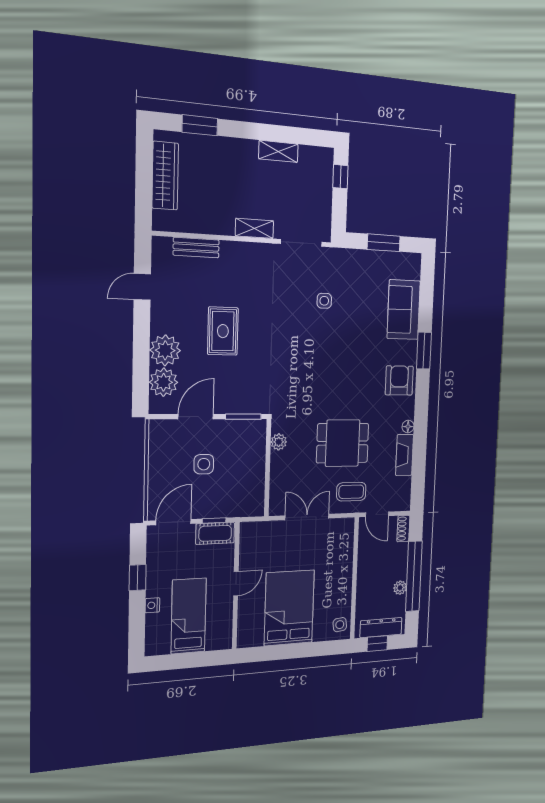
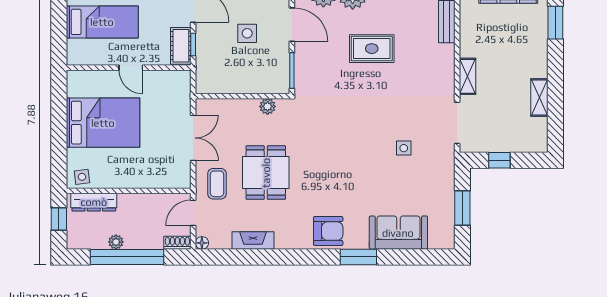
window: (340, 177) -> (499, 160), moved
floor lamp: (408, 427) -> (202, 243), moved
dresser: (381, 628) -> (94, 202), moved, turned 90

